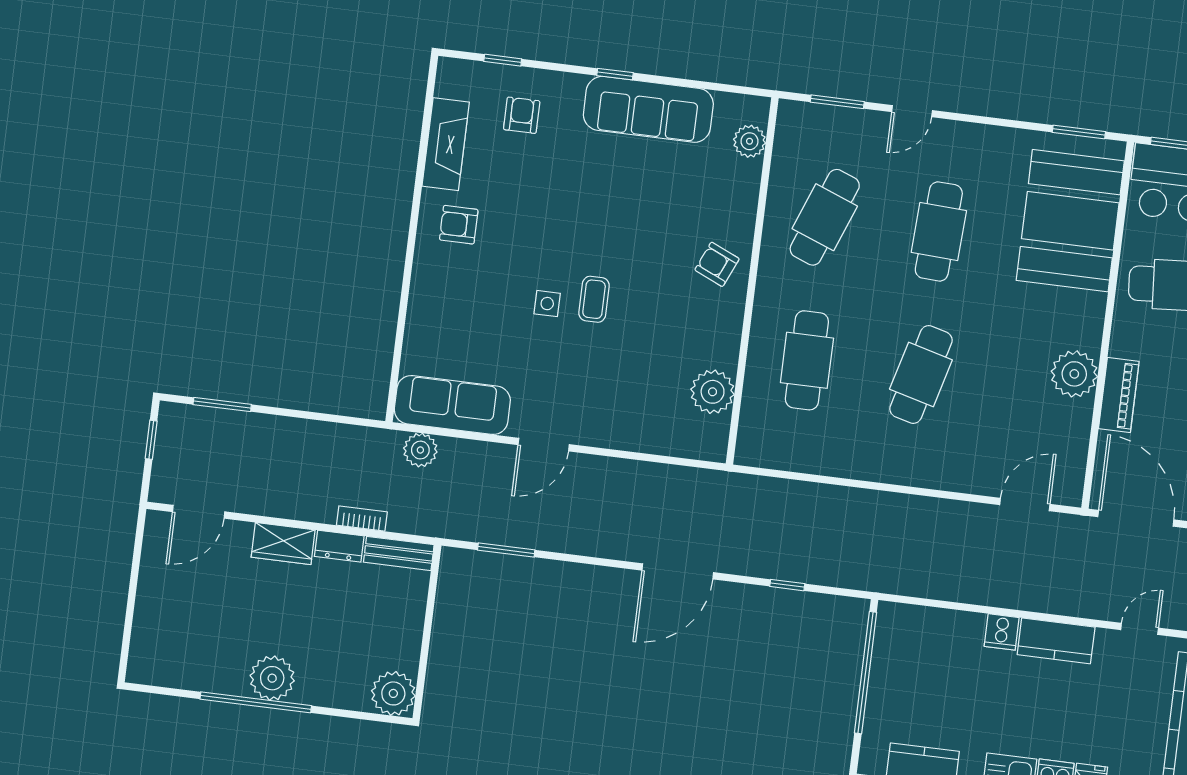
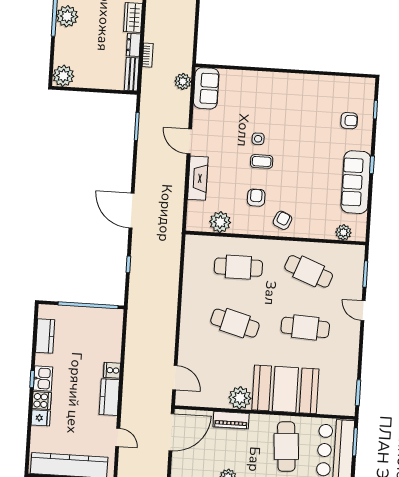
fireplace: (446, 144) -> (198, 178), moved, turned -90
booth: (1070, 221) -> (285, 389), moved
armchair: (459, 225) -> (256, 198), moved
sofa: (452, 405) -> (206, 88), width x0.73

